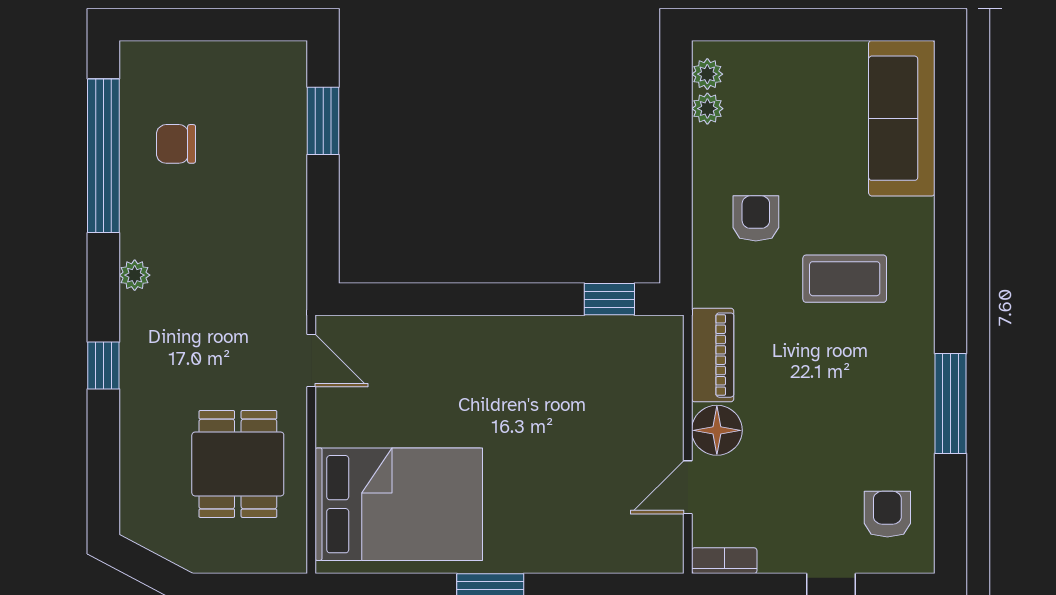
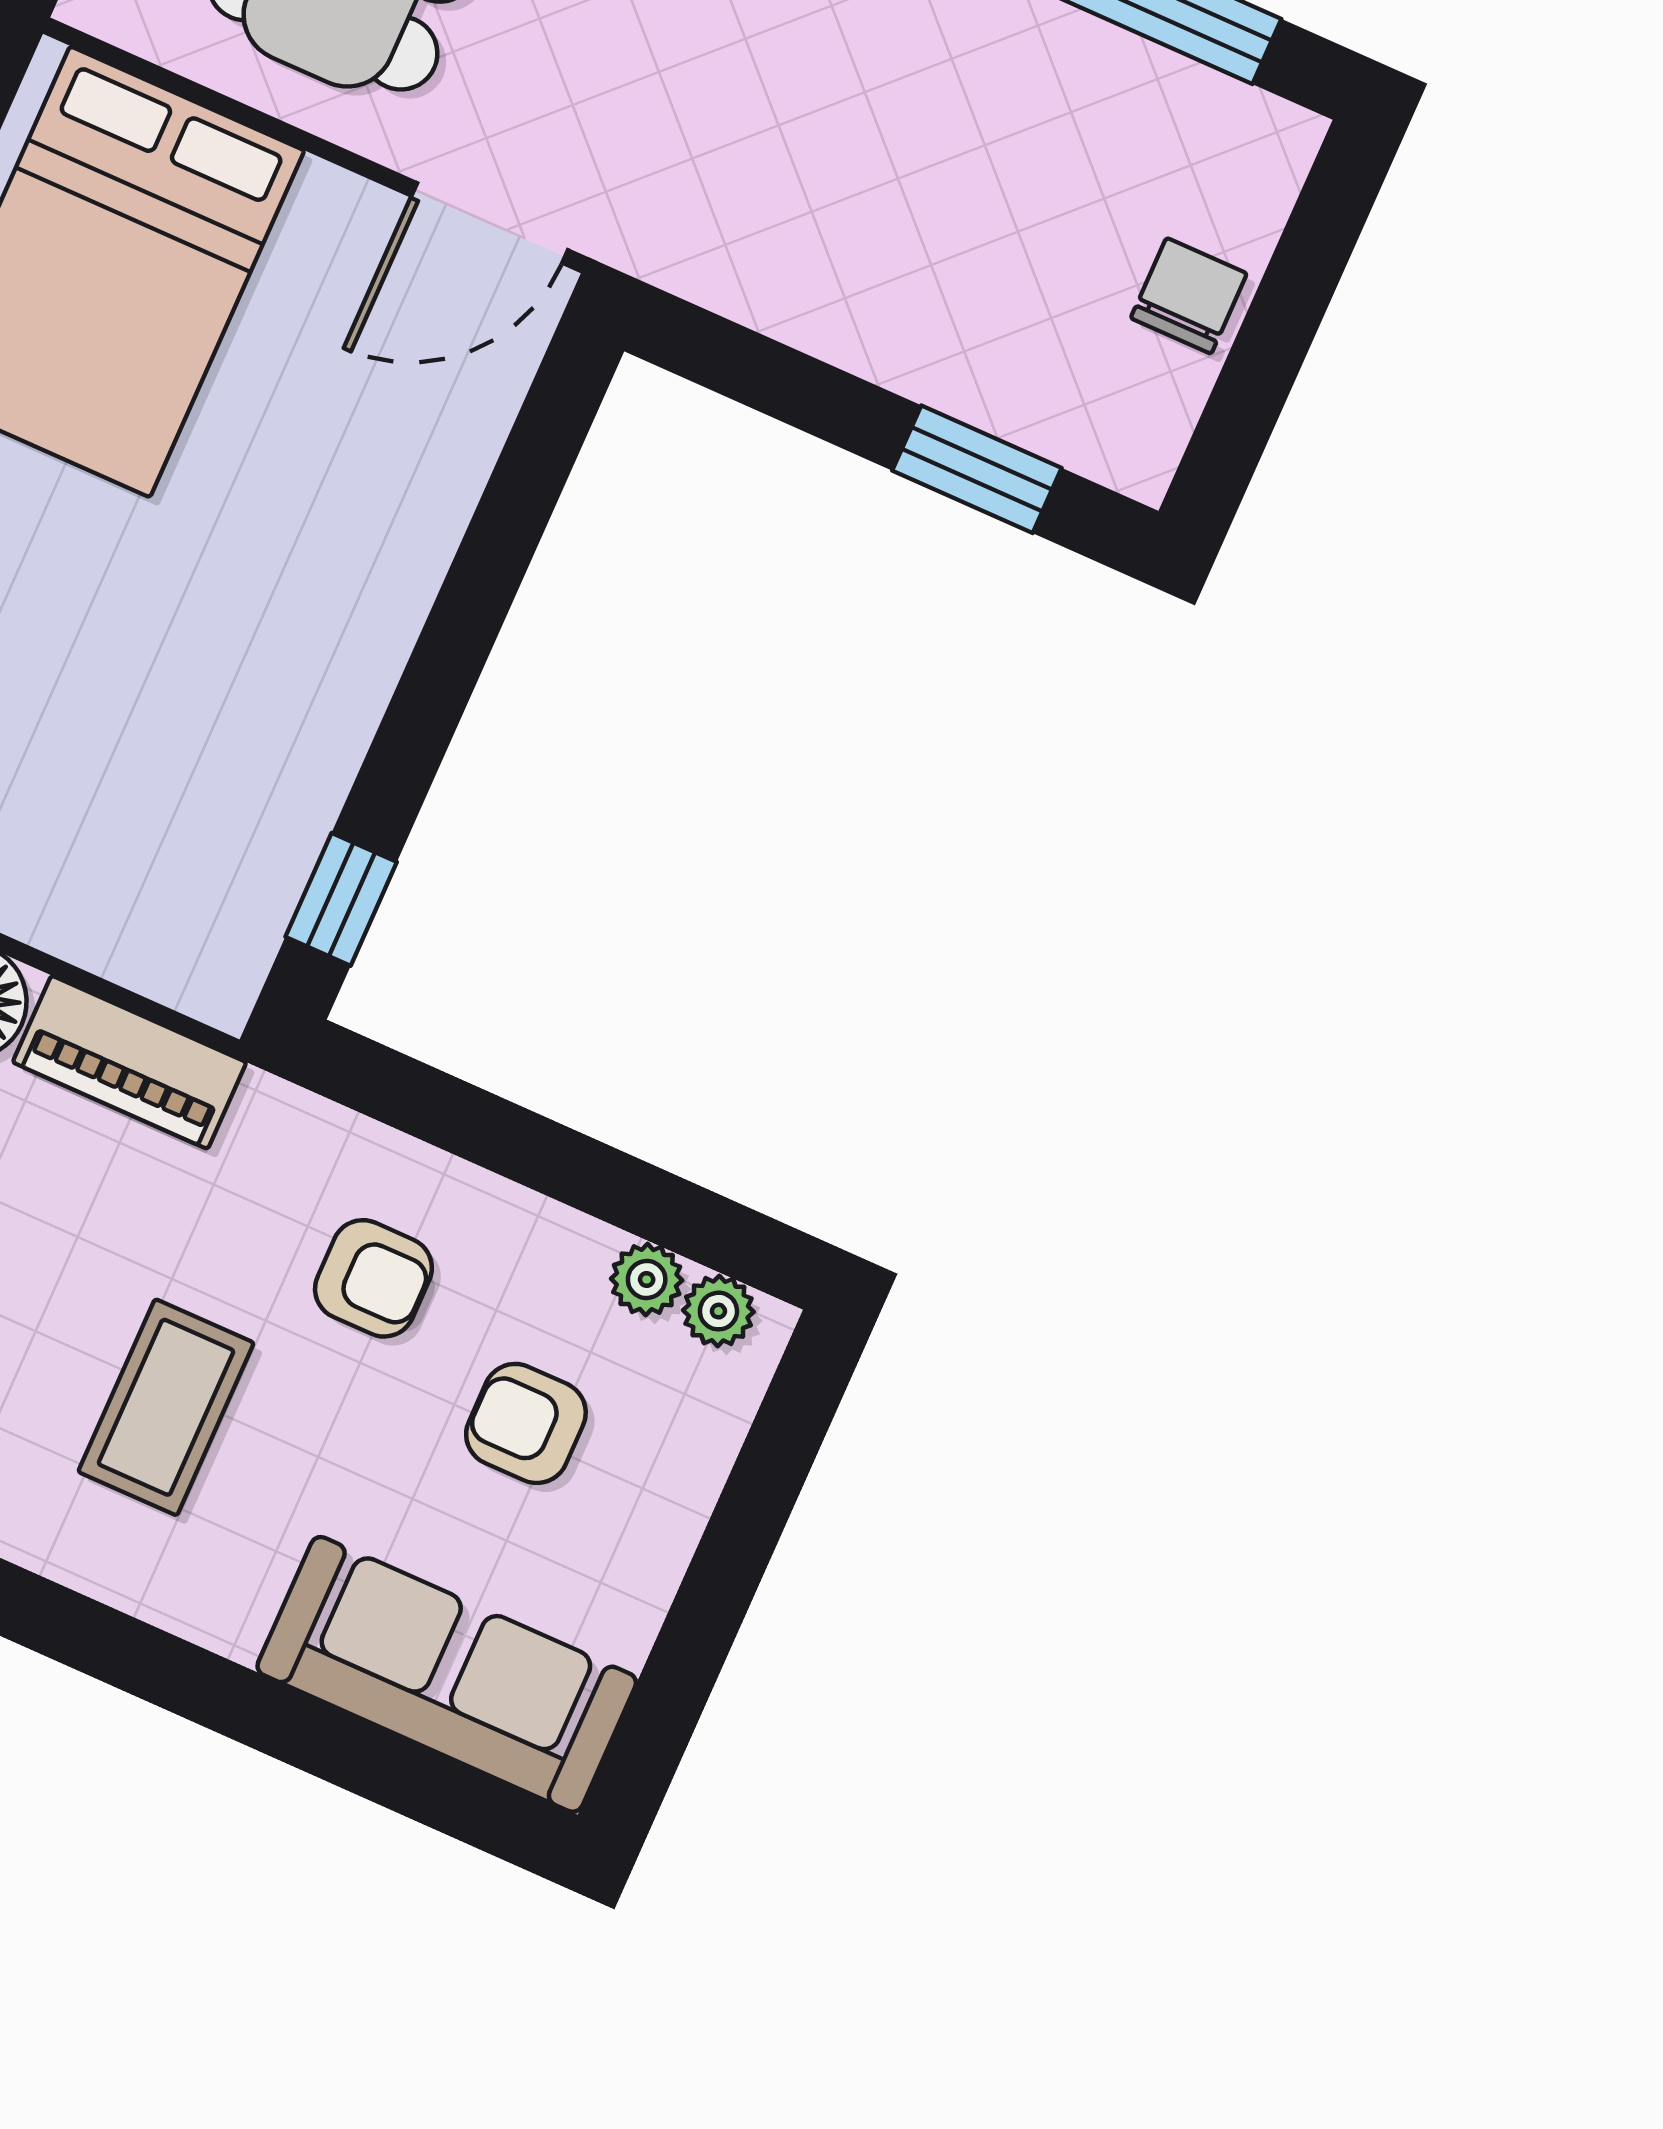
armchair: (787, 131) -> (526, 1423), added
chair: (176, 144) -> (1189, 296), moved
door: (311, 360) -> (490, 223), width x1.38

